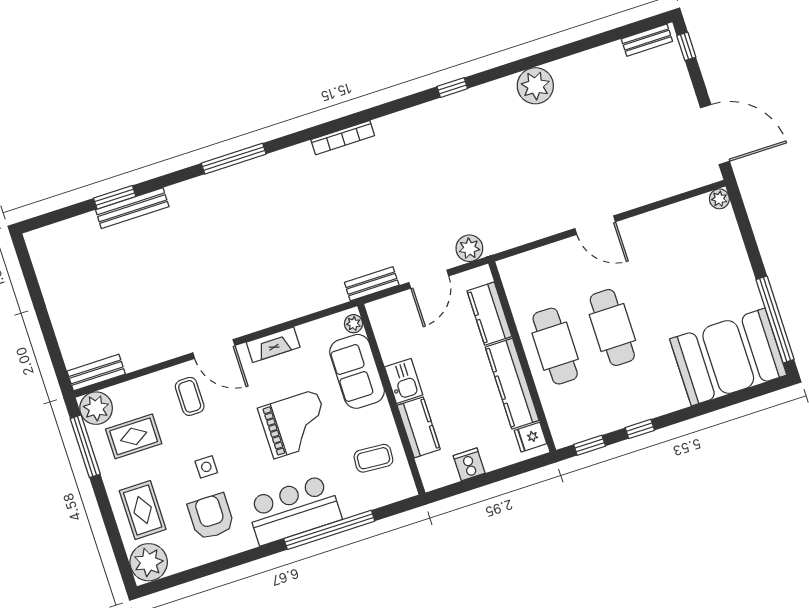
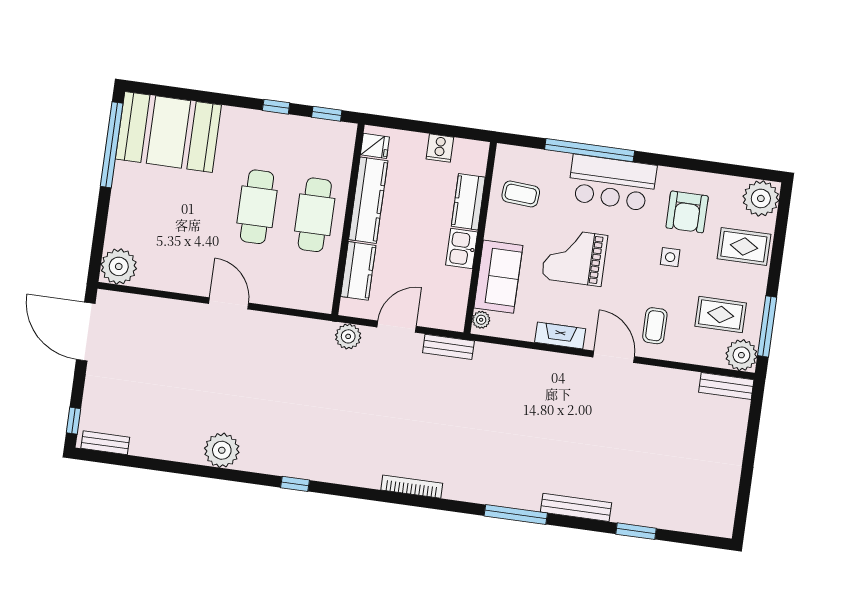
plant: (719, 199) -> (119, 266), width x1.87, depth x1.87
bench: (132, 208) -> (576, 507), moved
rug: (143, 510) -> (744, 247), turned 90

